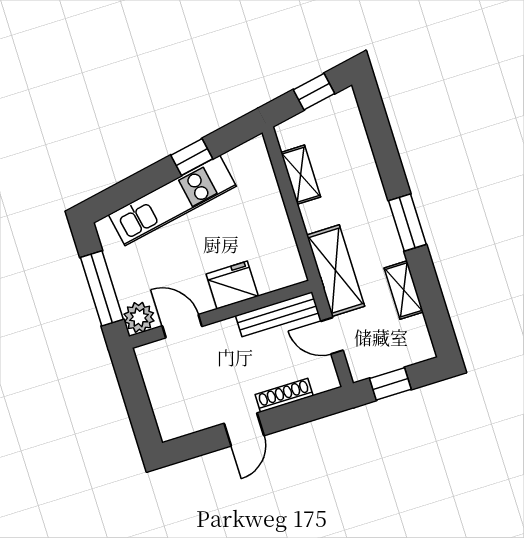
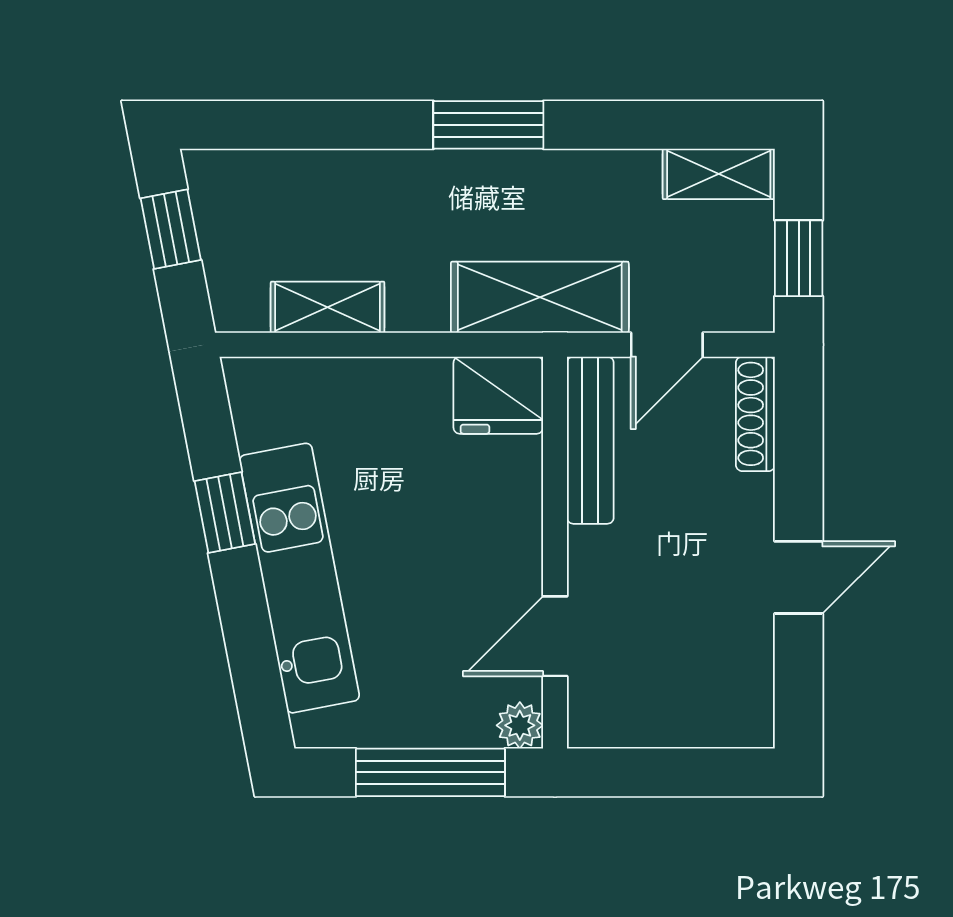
fridge: (232, 285) -> (498, 395), moved, turned -90
shelving: (404, 290) -> (719, 174), moved
plant: (139, 317) -> (520, 725), width x0.73, depth x0.73
shoe rack: (284, 395) -> (755, 414), moved
door: (244, 429) -> (799, 577), hinge flipped

